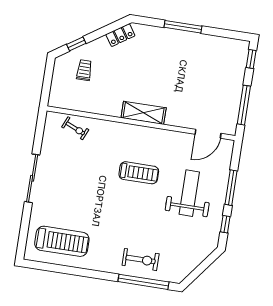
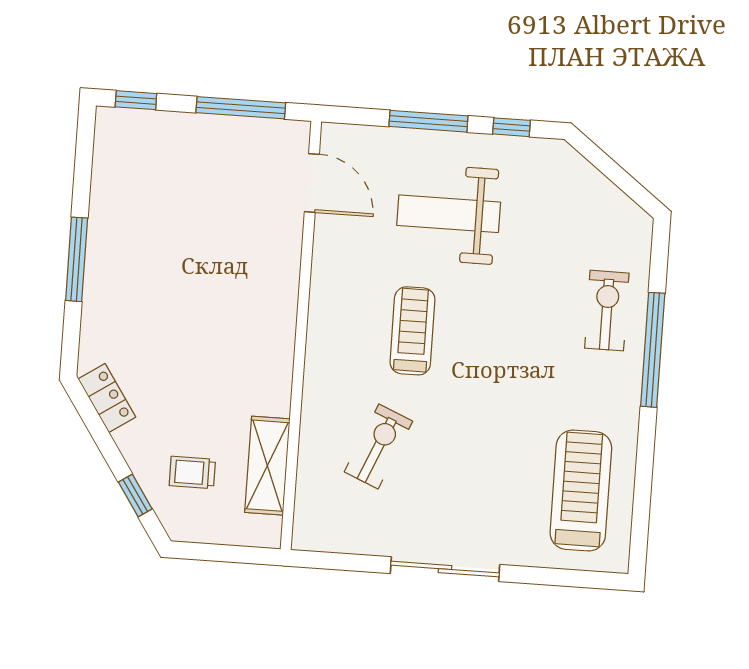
shelving: (144, 113) -> (267, 466), moved
exercise bike: (75, 128) -> (378, 447), moved, width x1.38, depth x1.39
window: (143, 282) -> (653, 350), moved

